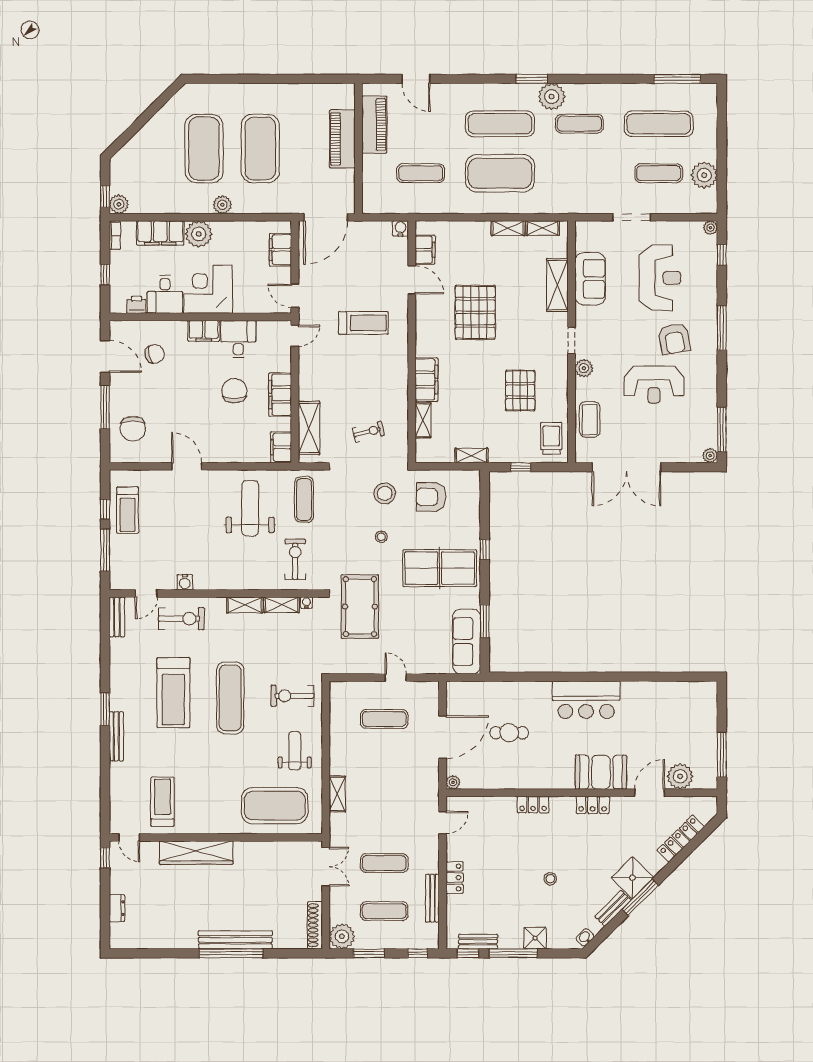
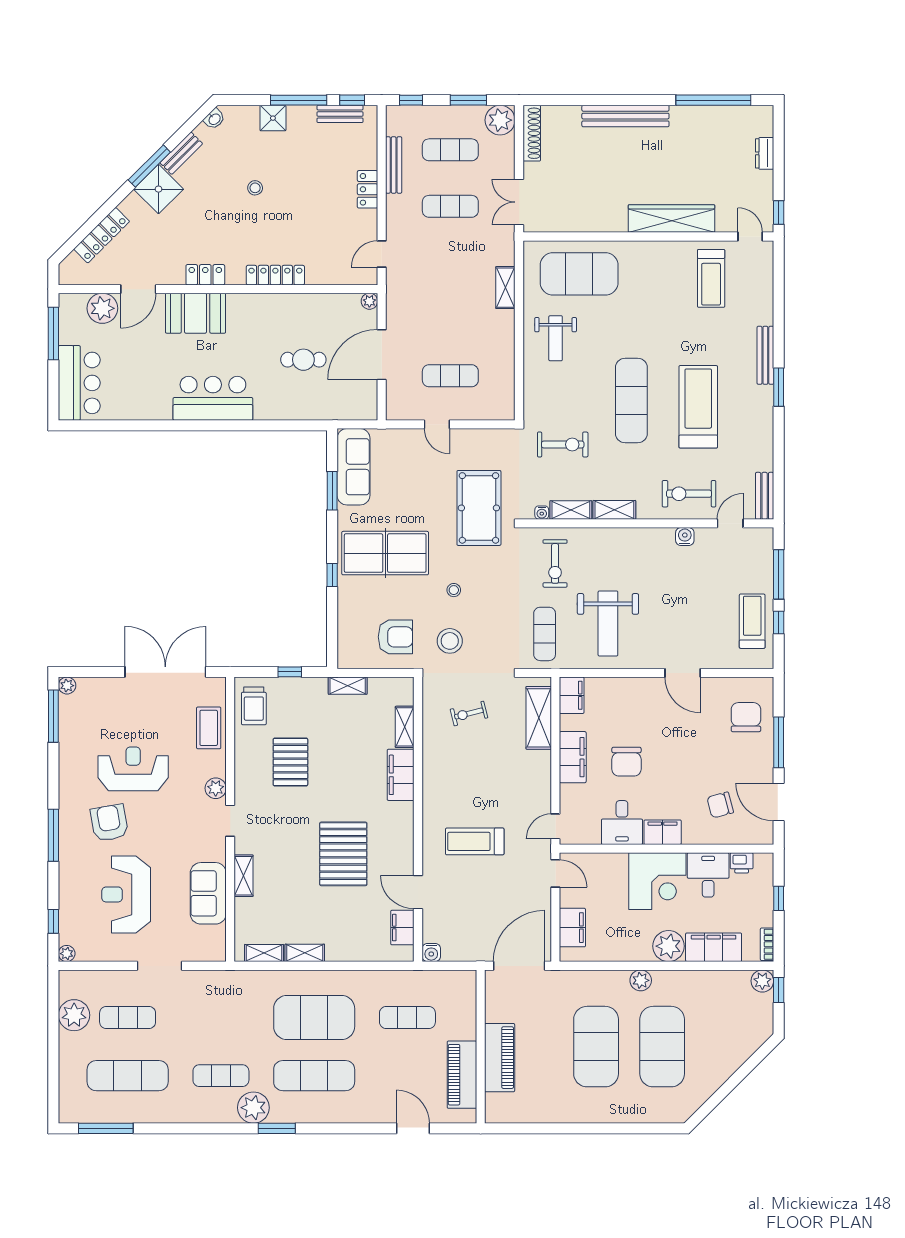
shelving: (557, 285) -> (244, 876), width x0.67, depth x0.75
exercise bike: (292, 696) -> (563, 444), moved
bar counter: (700, 713) -> (79, 383), added
locker: (533, 805) -> (275, 275), width x1.53
window: (231, 953) -> (713, 100), moved

